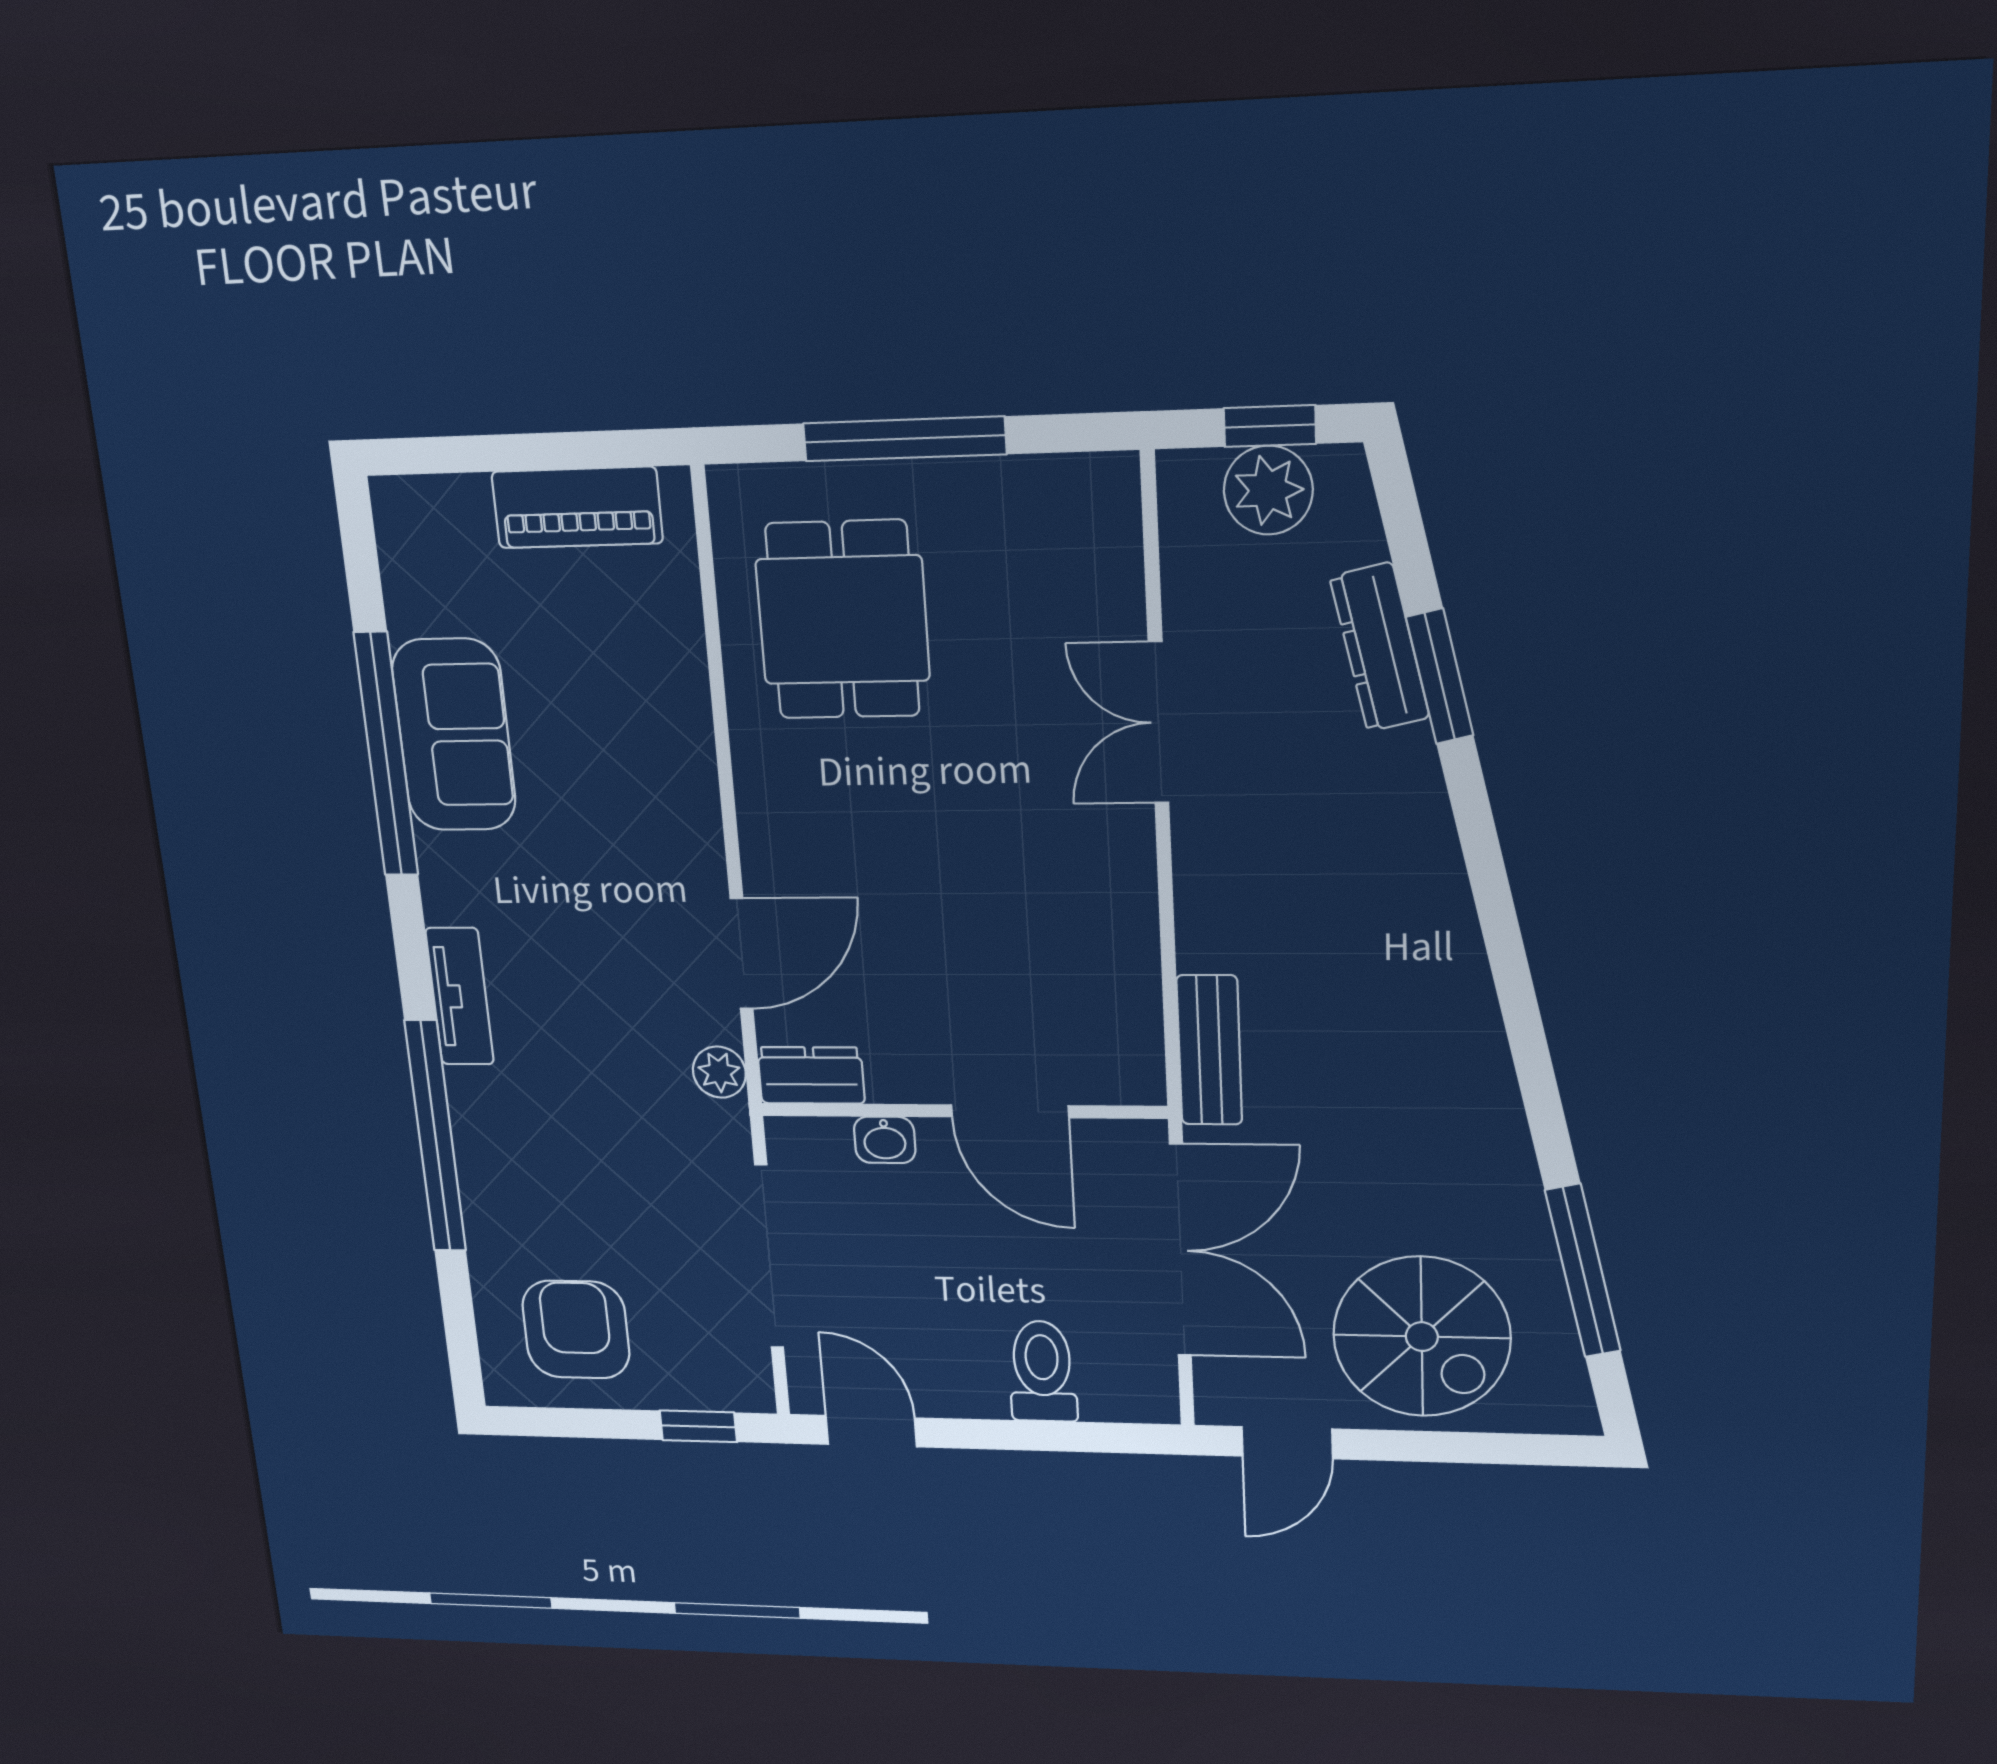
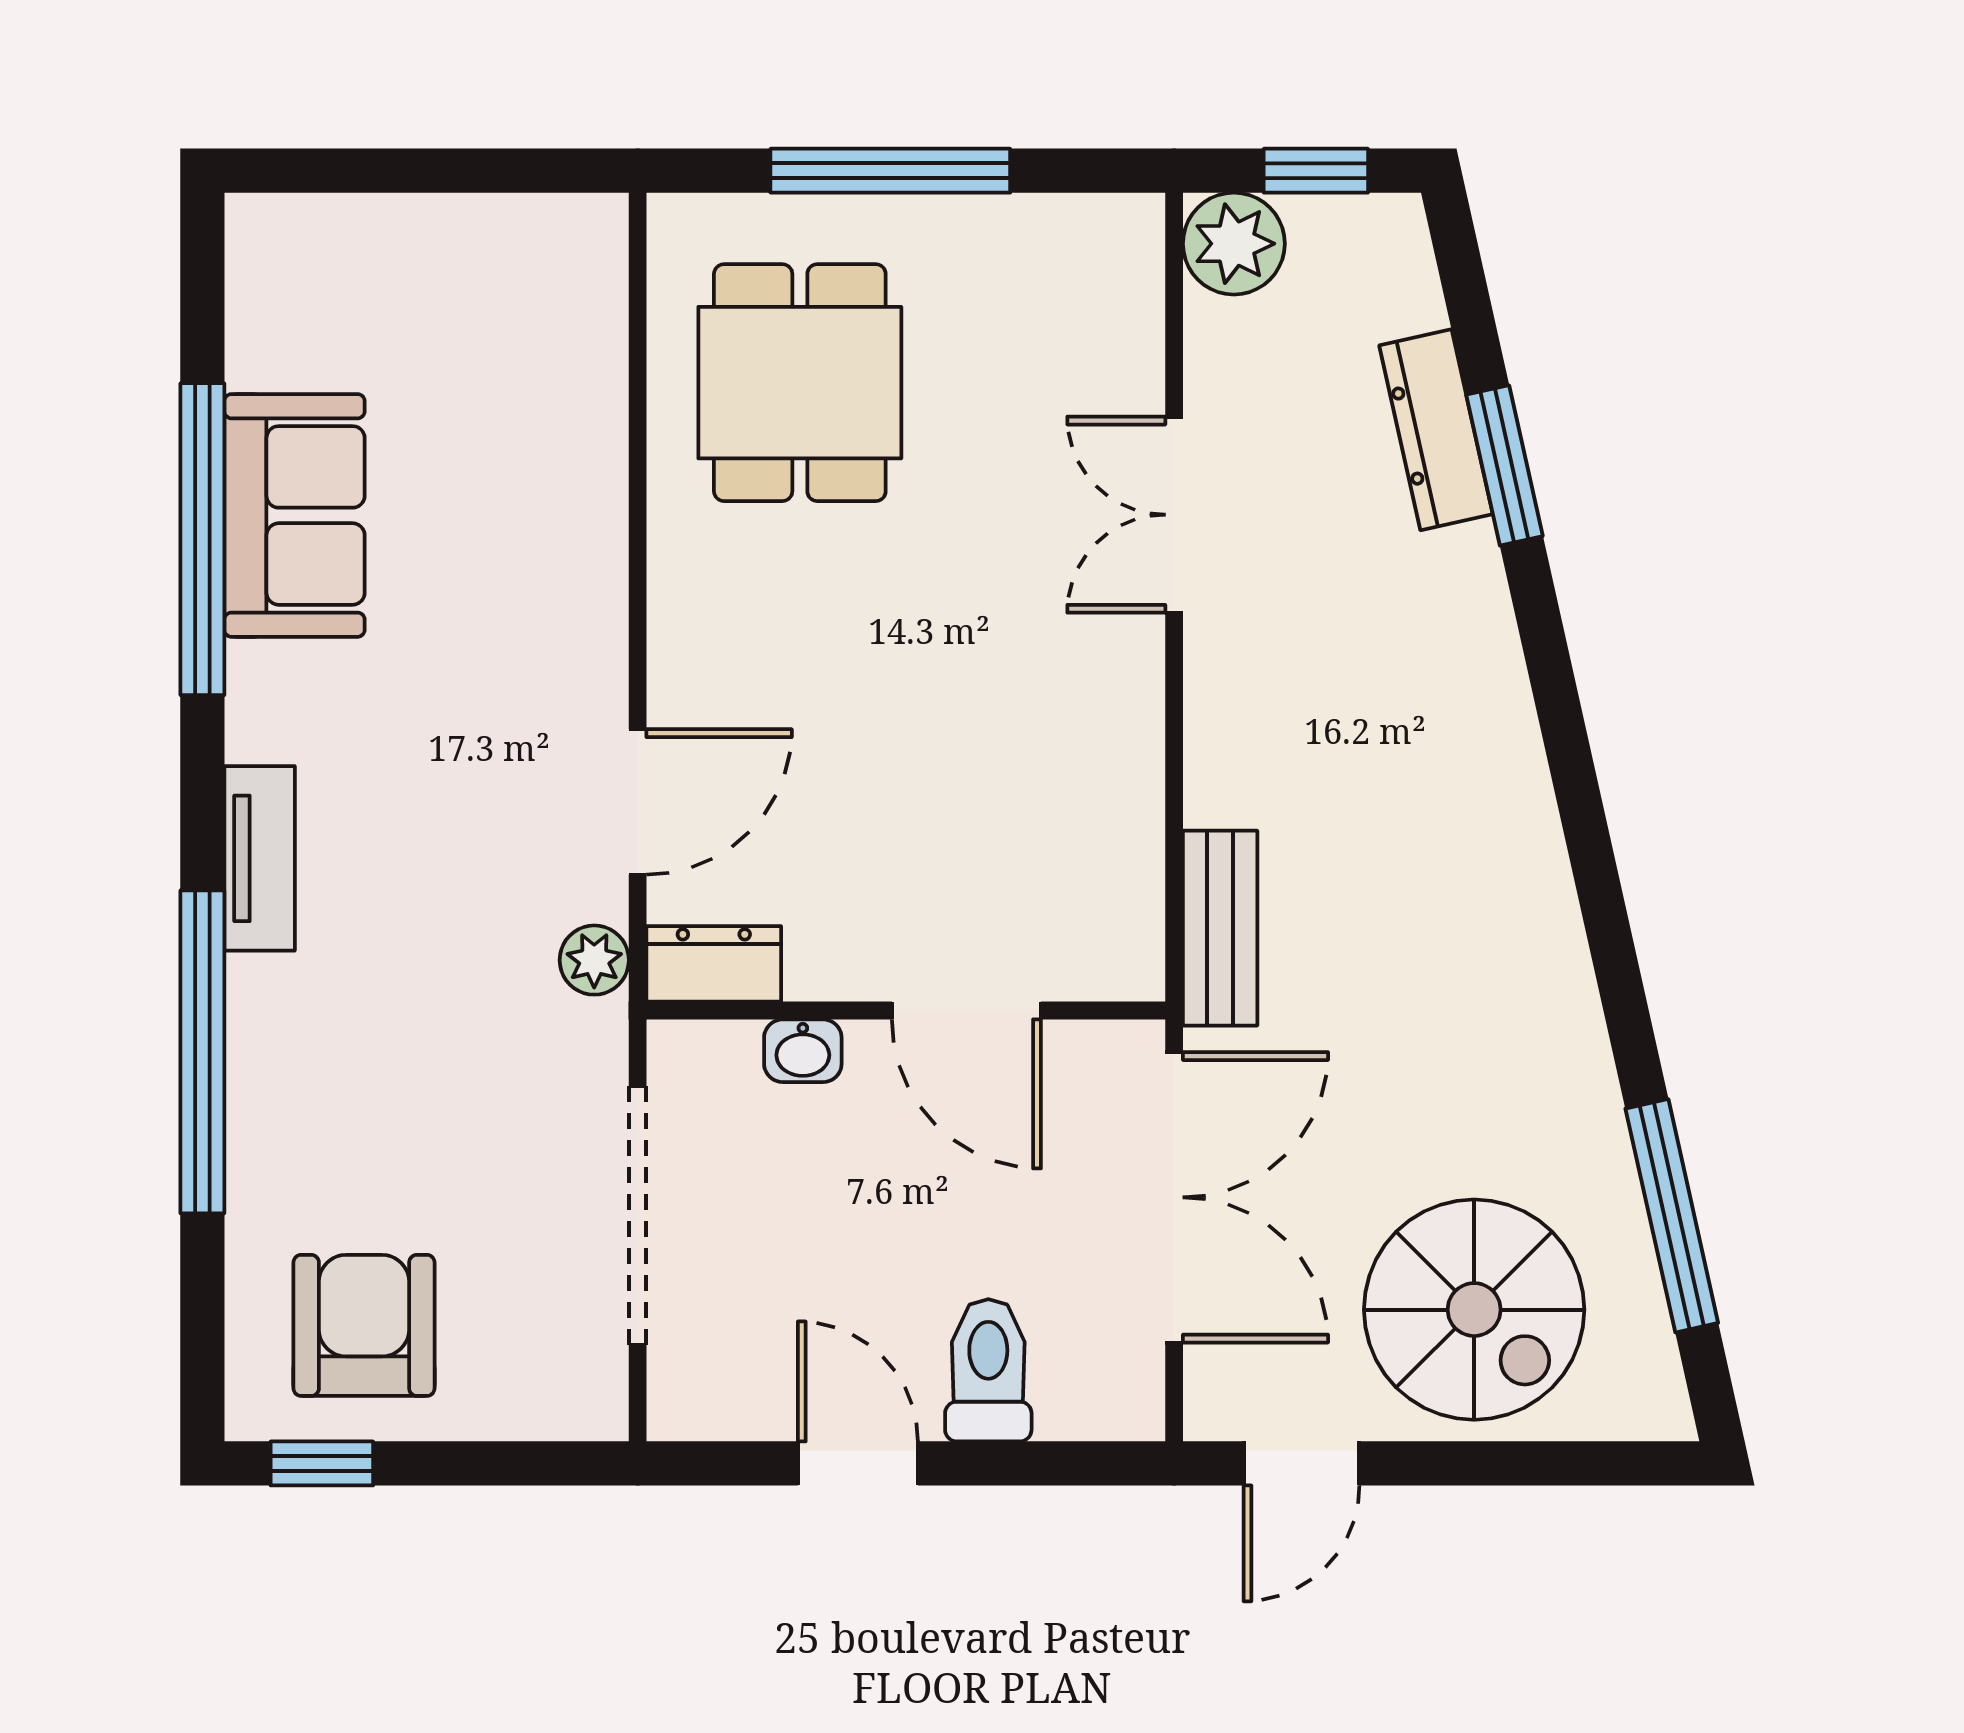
plant: (1268, 490) -> (1234, 244), moved
piano: (577, 507) -> (484, 239), removed
window: (698, 1426) -> (322, 1463), moved
door: (871, 1431) -> (858, 1463), moved

